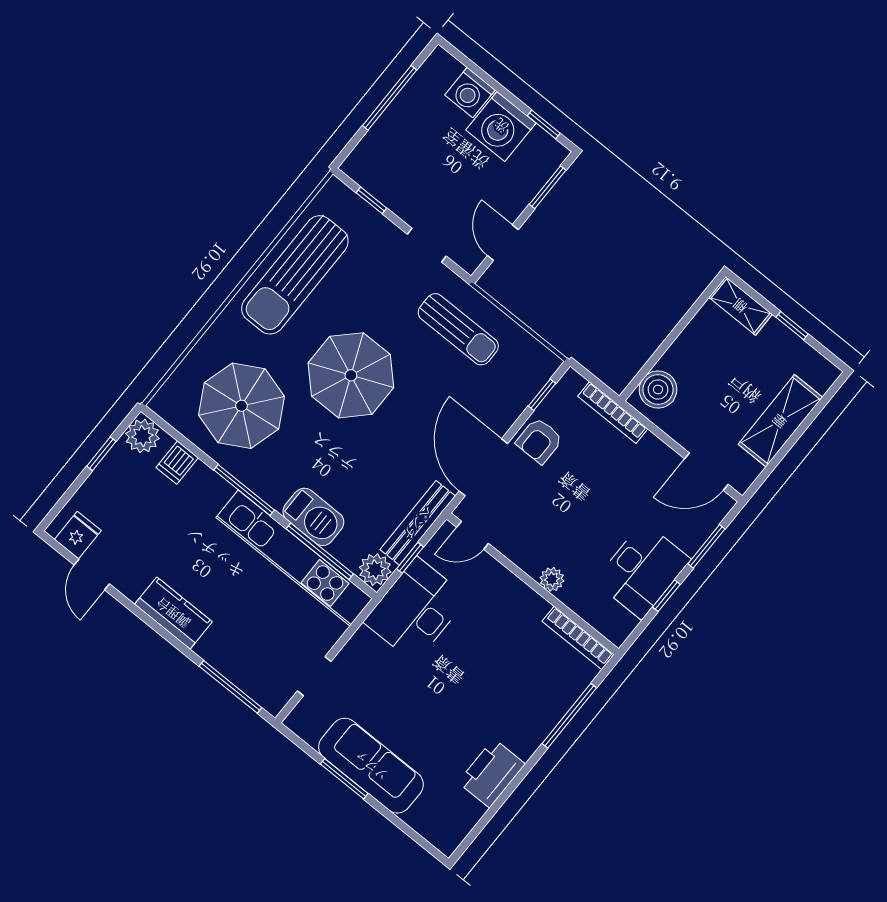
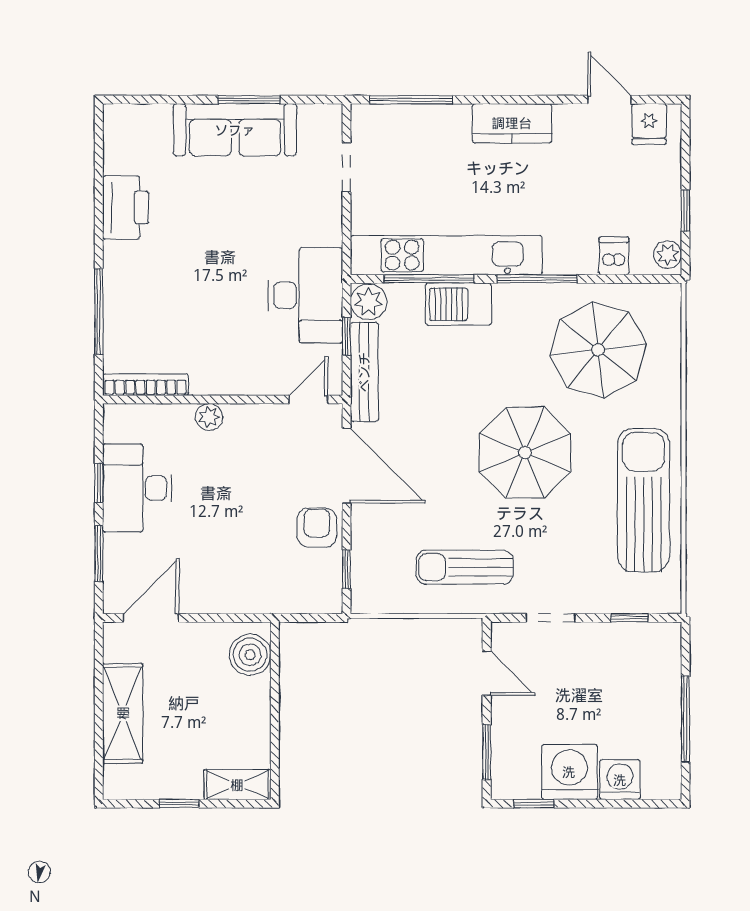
bookcase: (613, 413) -> (273, 603), removed
plant: (142, 436) -> (668, 255), width x0.73, depth x0.73

